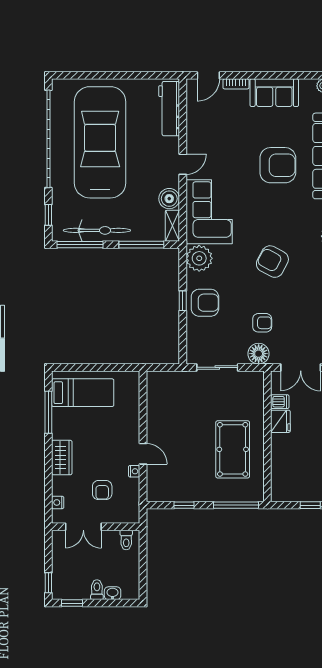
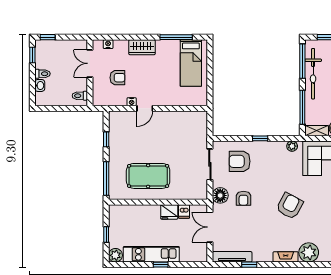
plant: (199, 258) -> (292, 146), width x0.53, depth x0.53
armchair: (205, 303) -> (240, 161), moved, turned 90
armchair: (102, 490) -> (117, 78), turned 180

